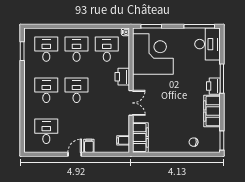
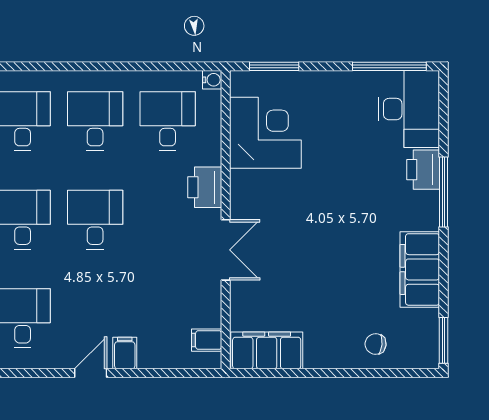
corner desk: (153, 54) -> (265, 133), width x0.74, depth x0.74
printer: (213, 86) -> (423, 170), moved
filing cabinet: (140, 138) -> (267, 350), moved, turned -90

